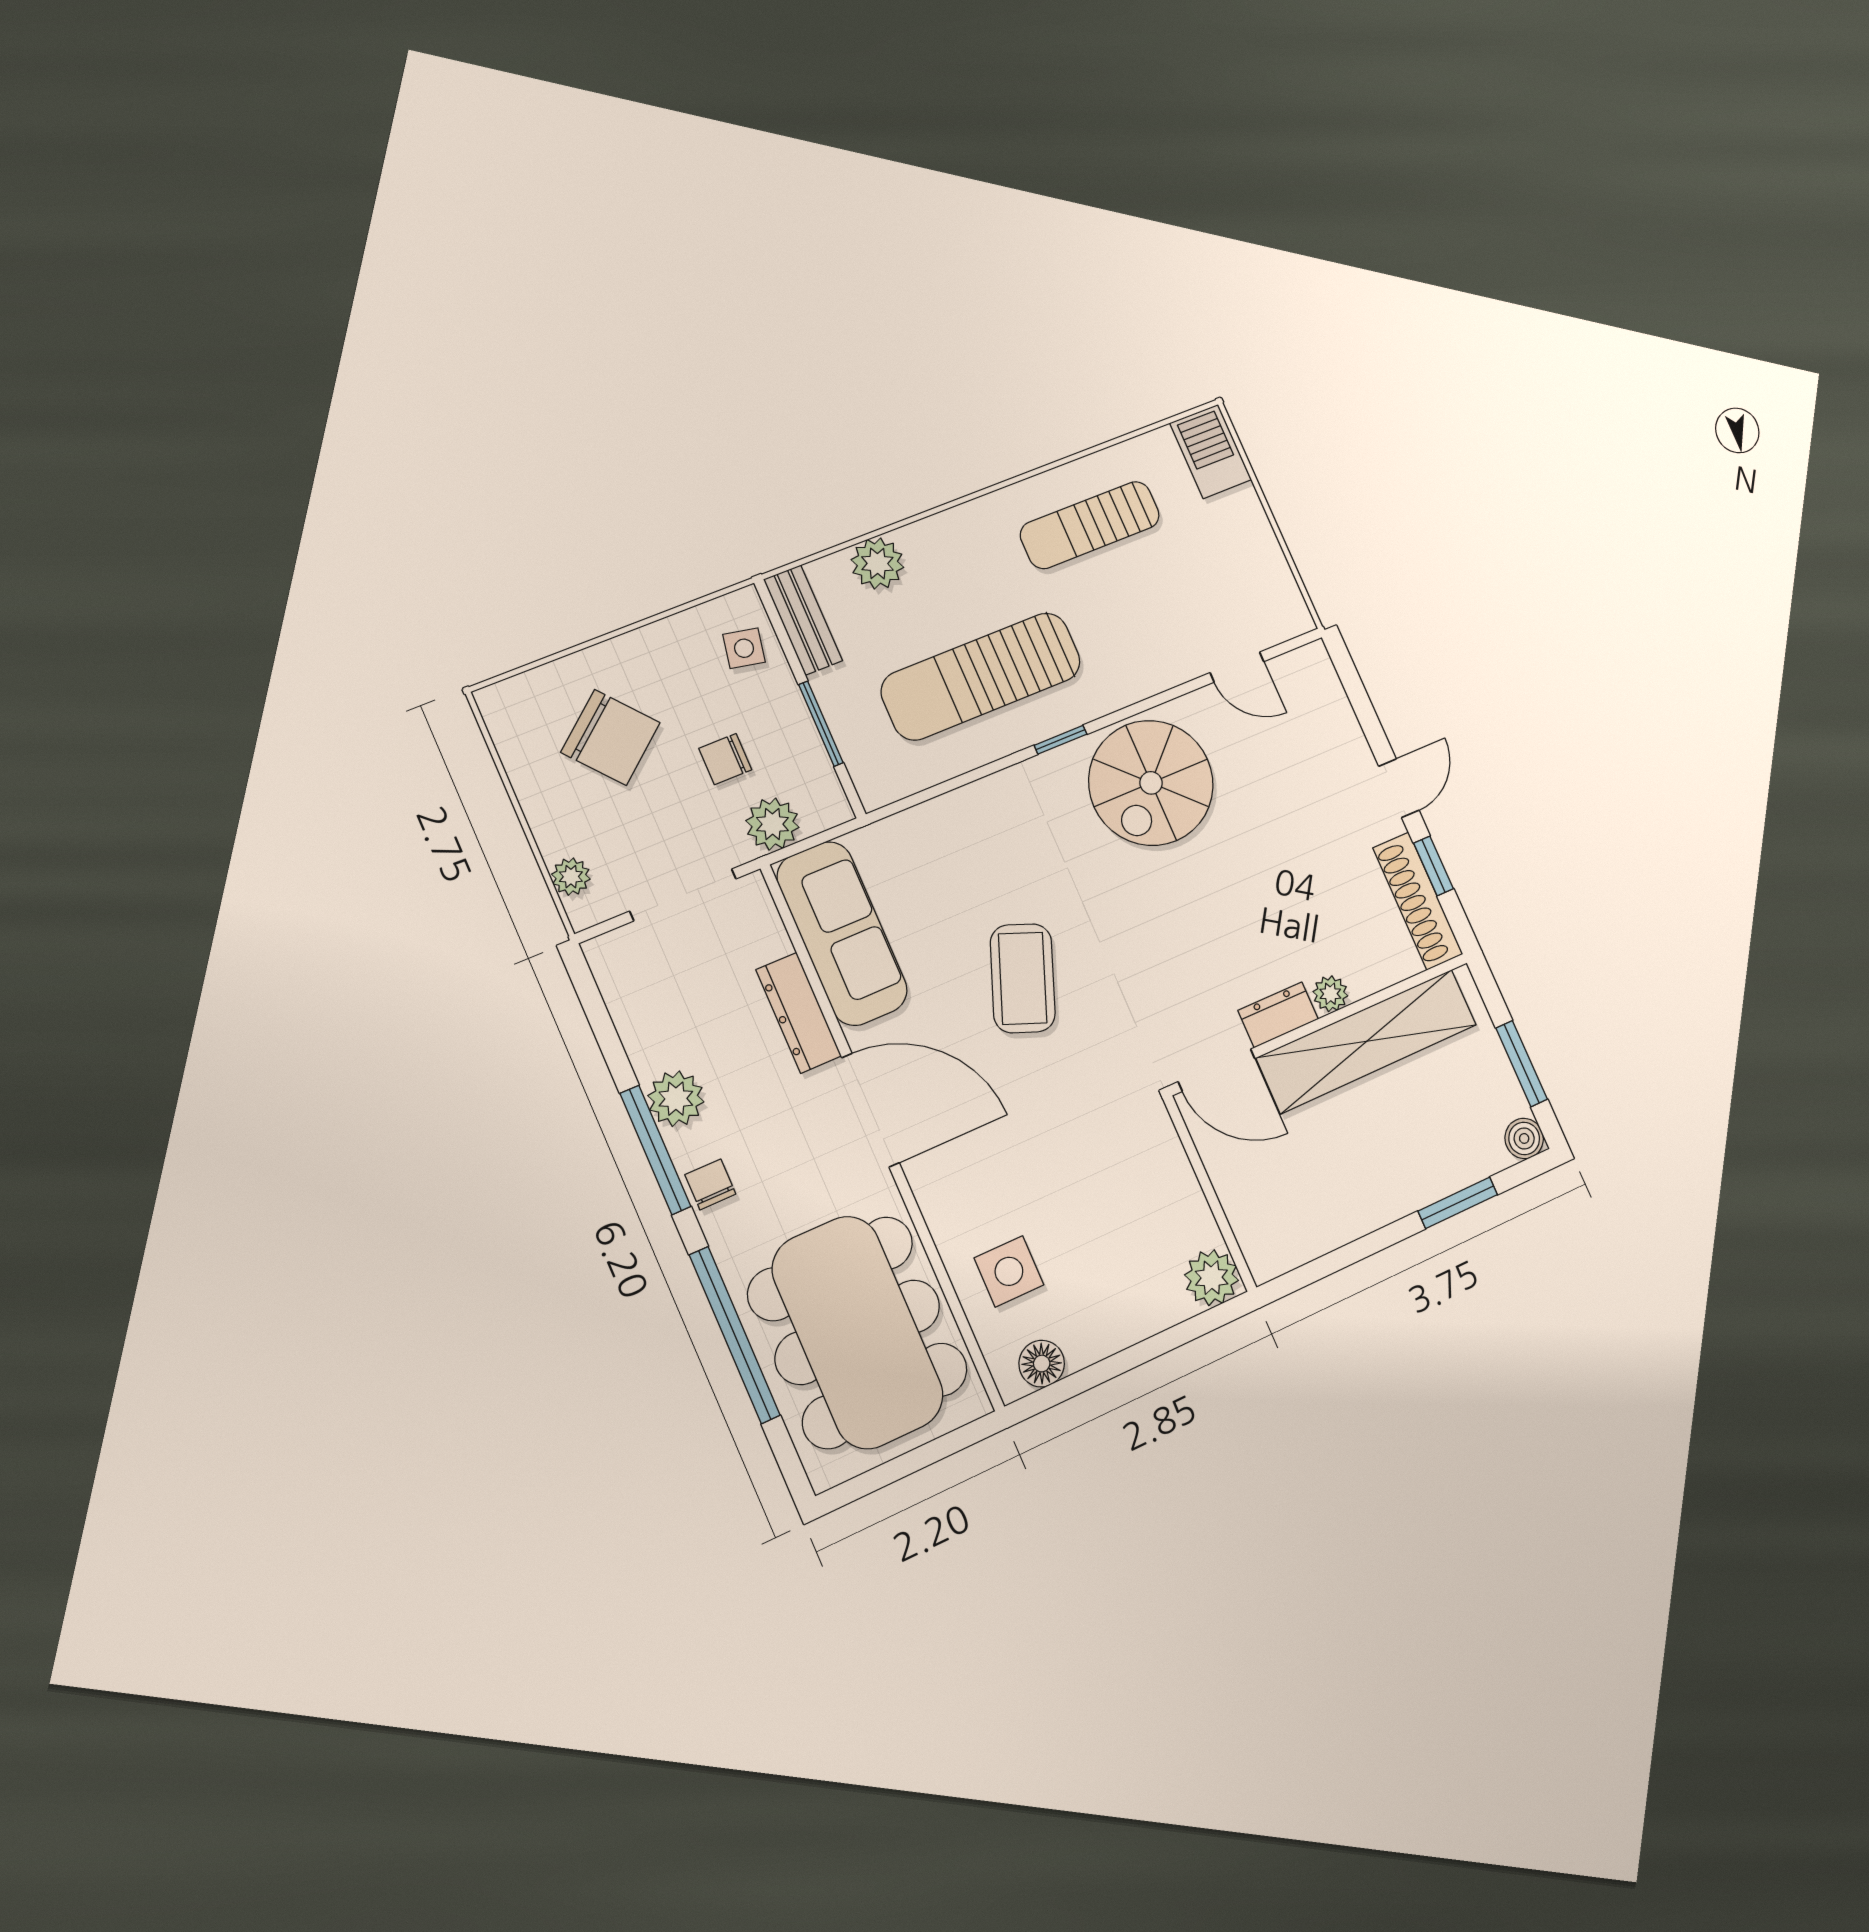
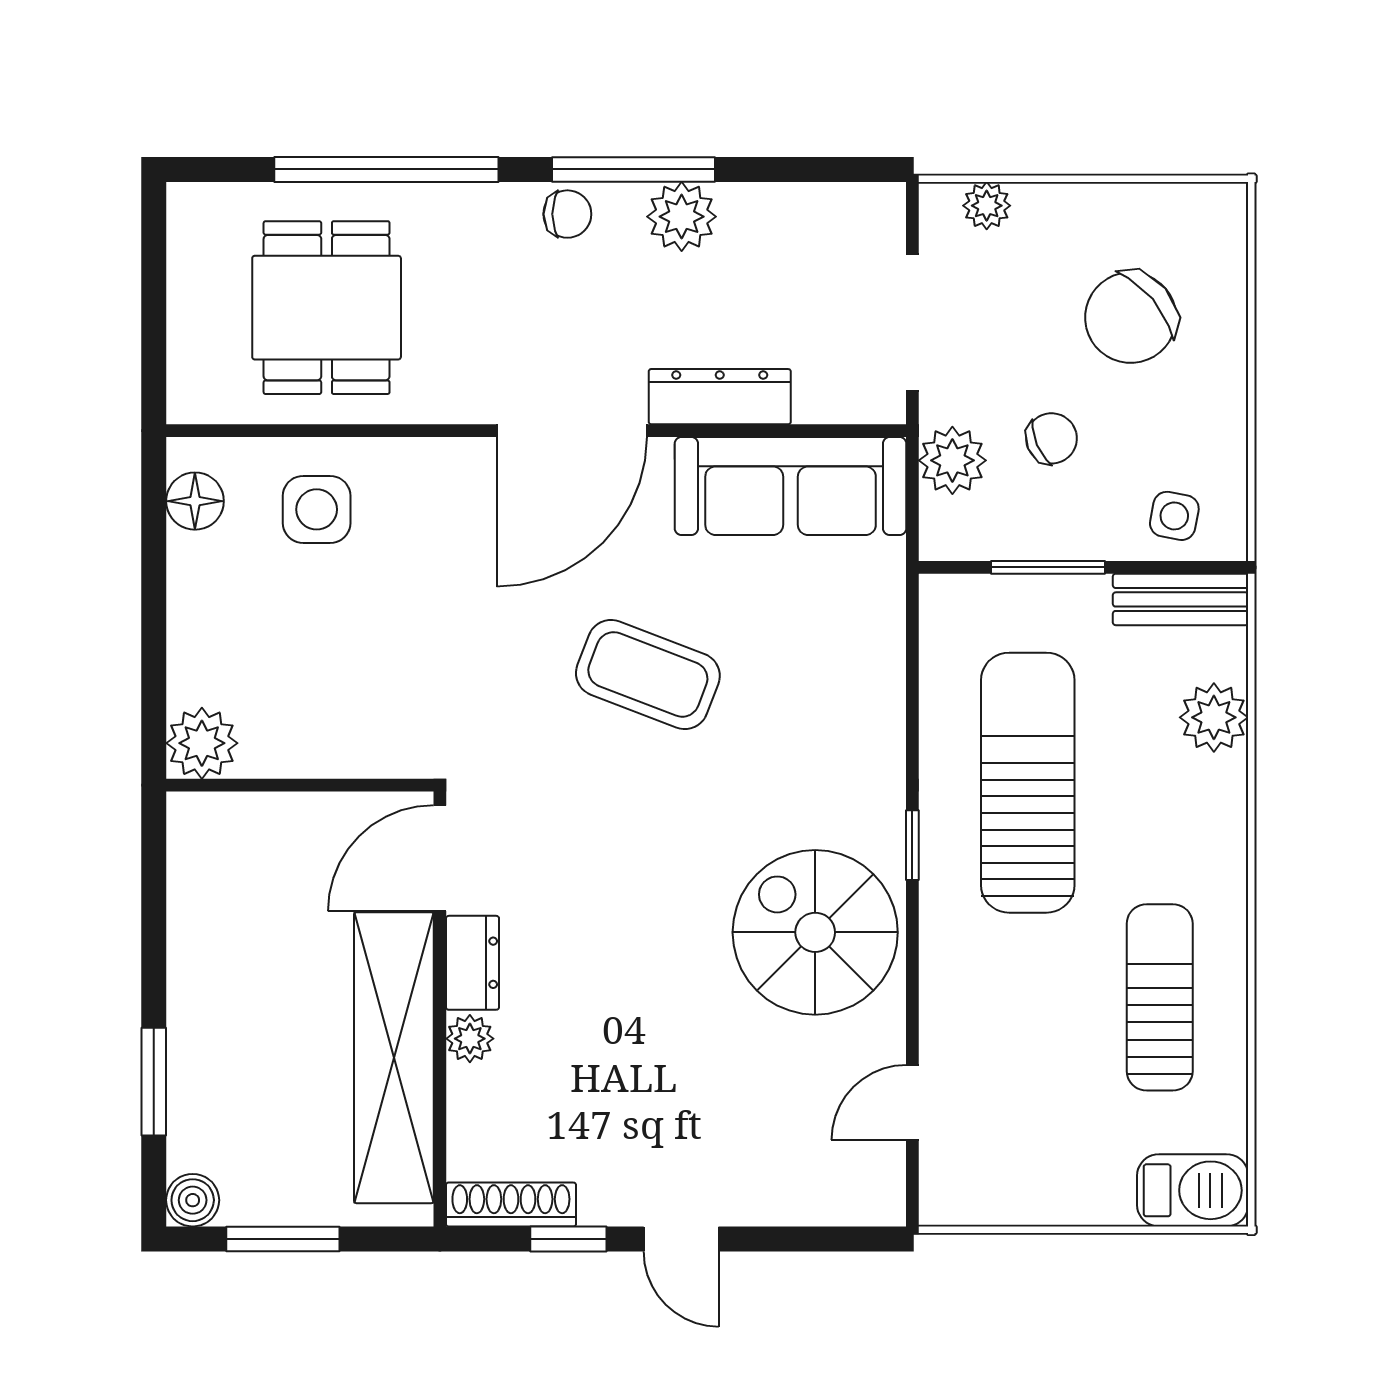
chair: (725, 759) -> (1051, 438), turned 67
shoe rack: (1418, 901) -> (511, 1204), width x0.74, depth x0.81
dining table: (858, 1332) -> (327, 308), width x0.53, depth x0.80

